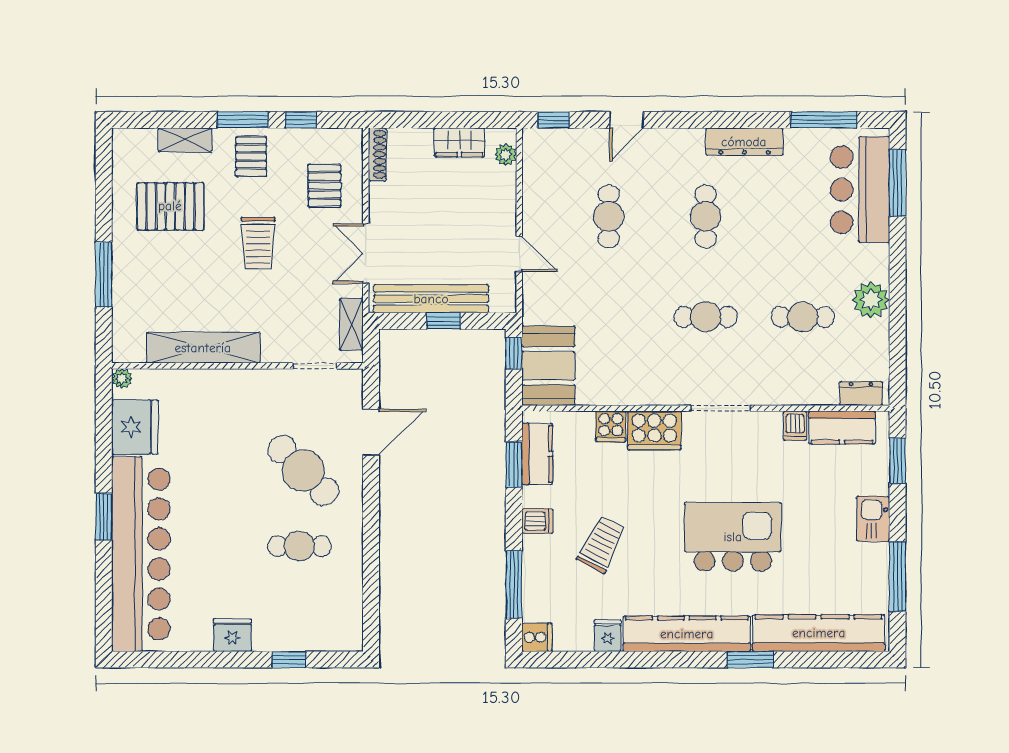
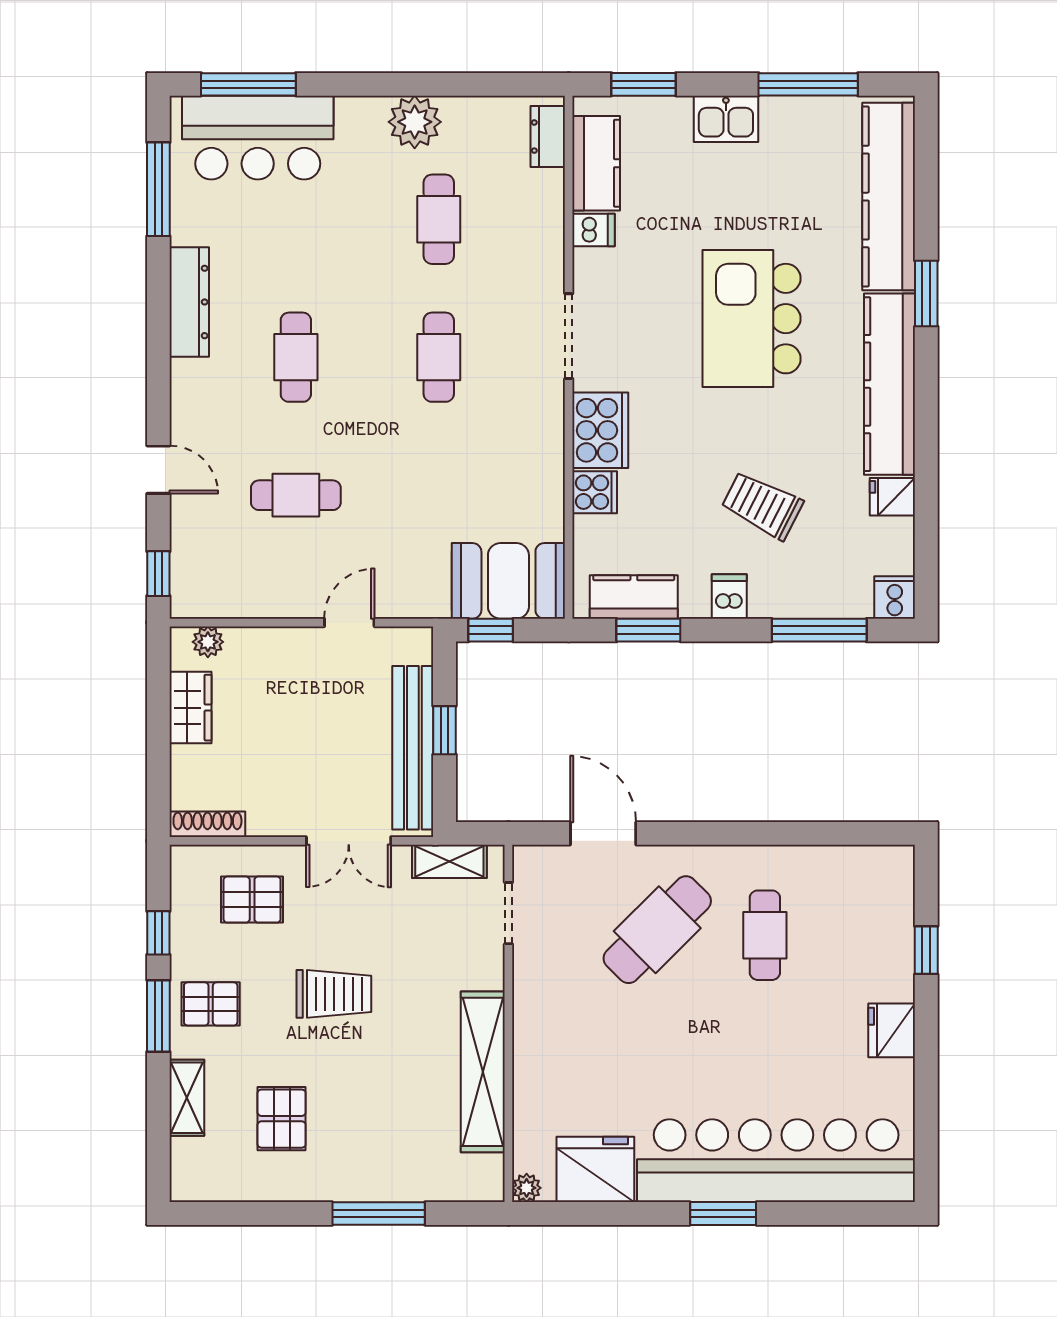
pallet: (170, 206) -> (282, 1119), width x0.67, depth x0.71
cafe table: (706, 216) -> (296, 357), turned 90

